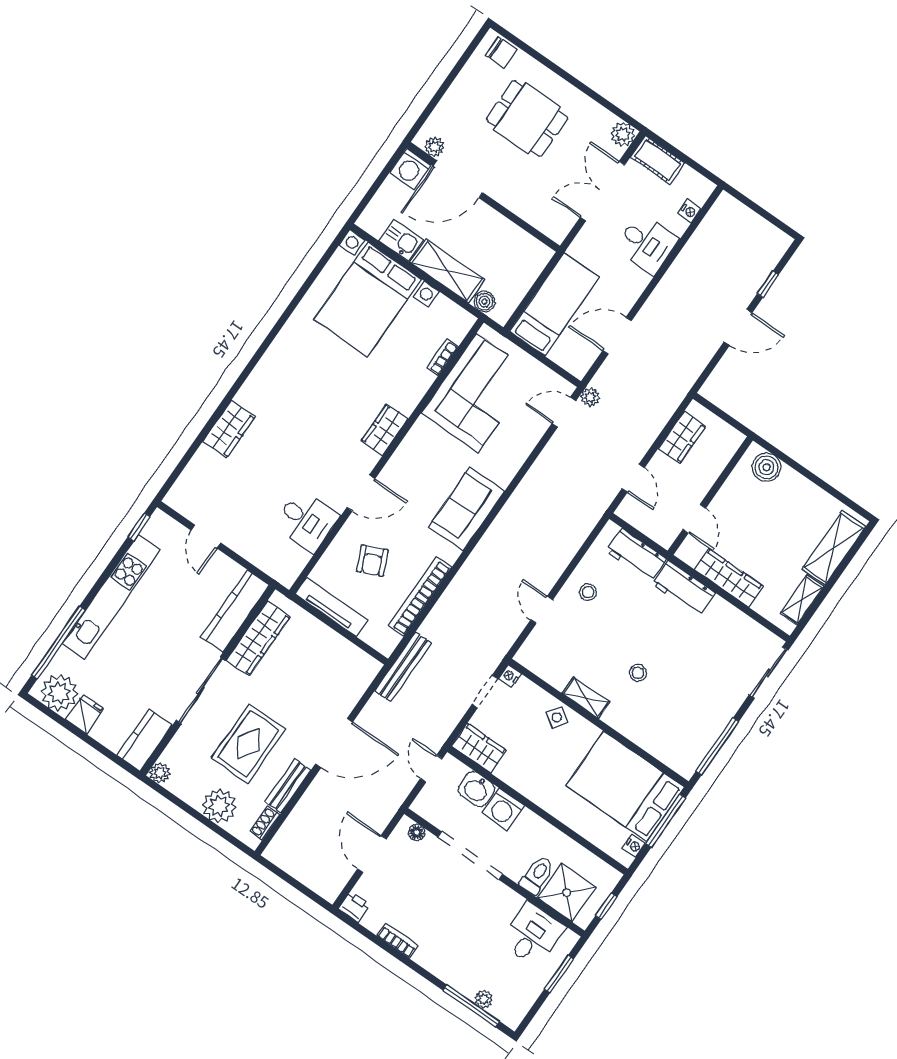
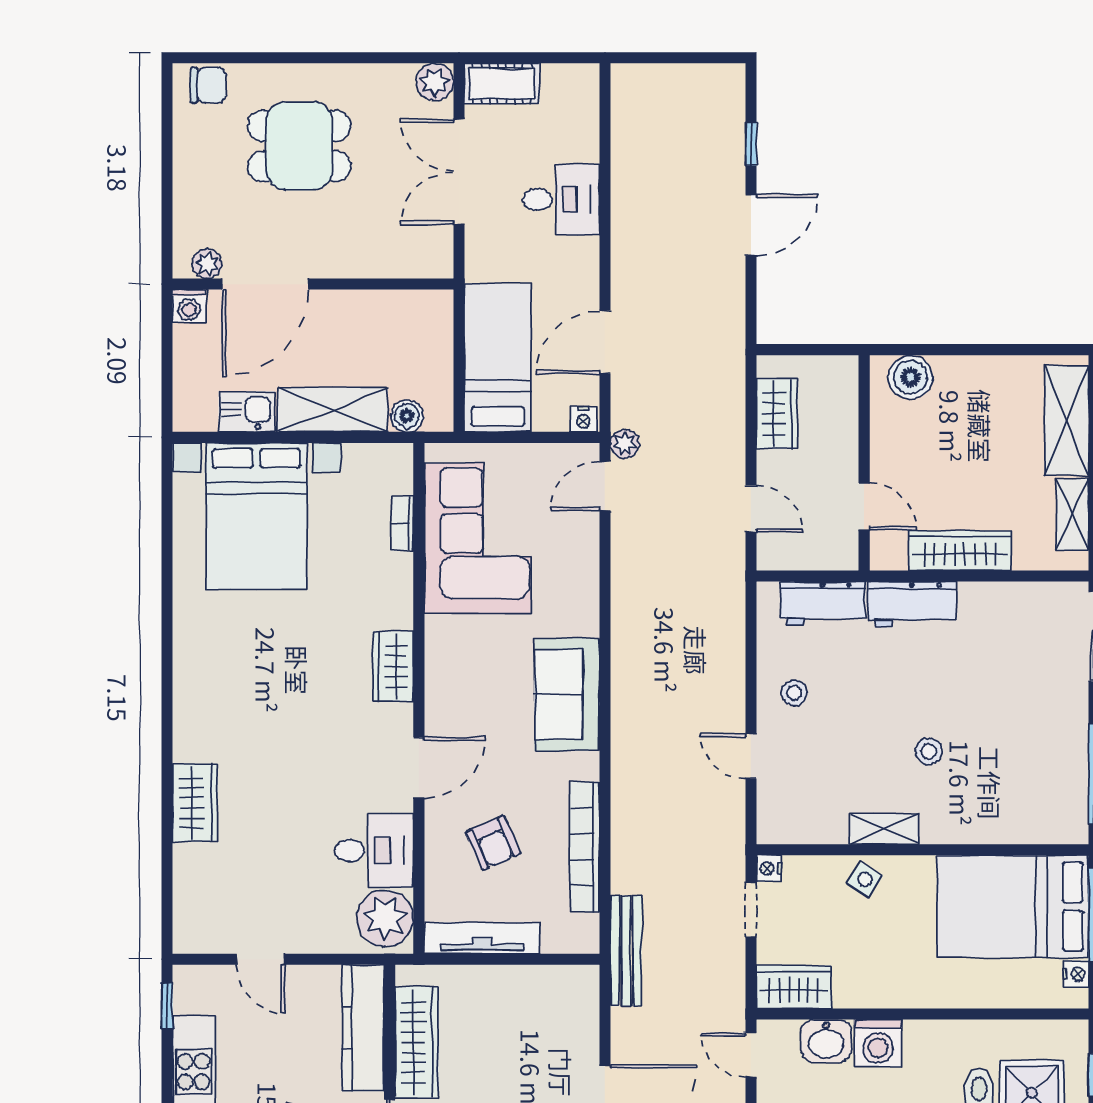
washing machine: (410, 169) -> (189, 306), width x0.73, depth x0.73
nightstand: (689, 211) -> (583, 419), moved, turned 90
plant: (287, 561) -> (385, 918), added

